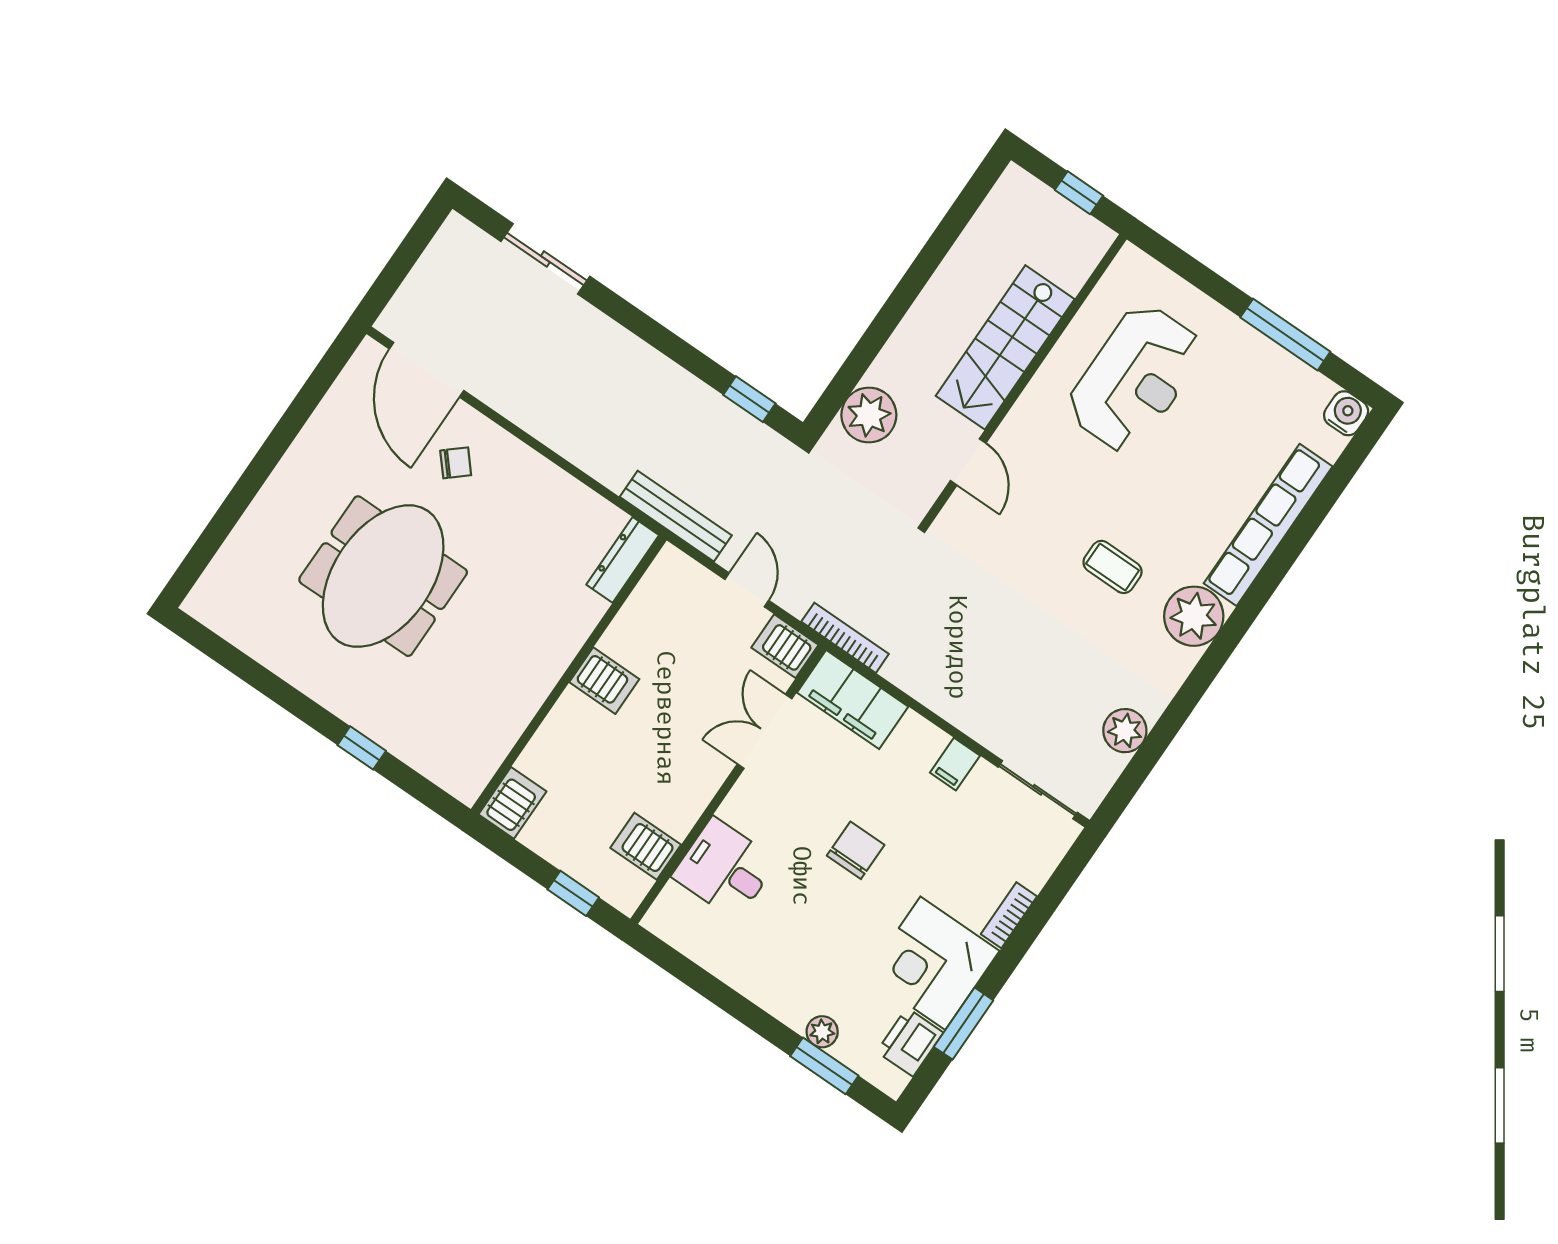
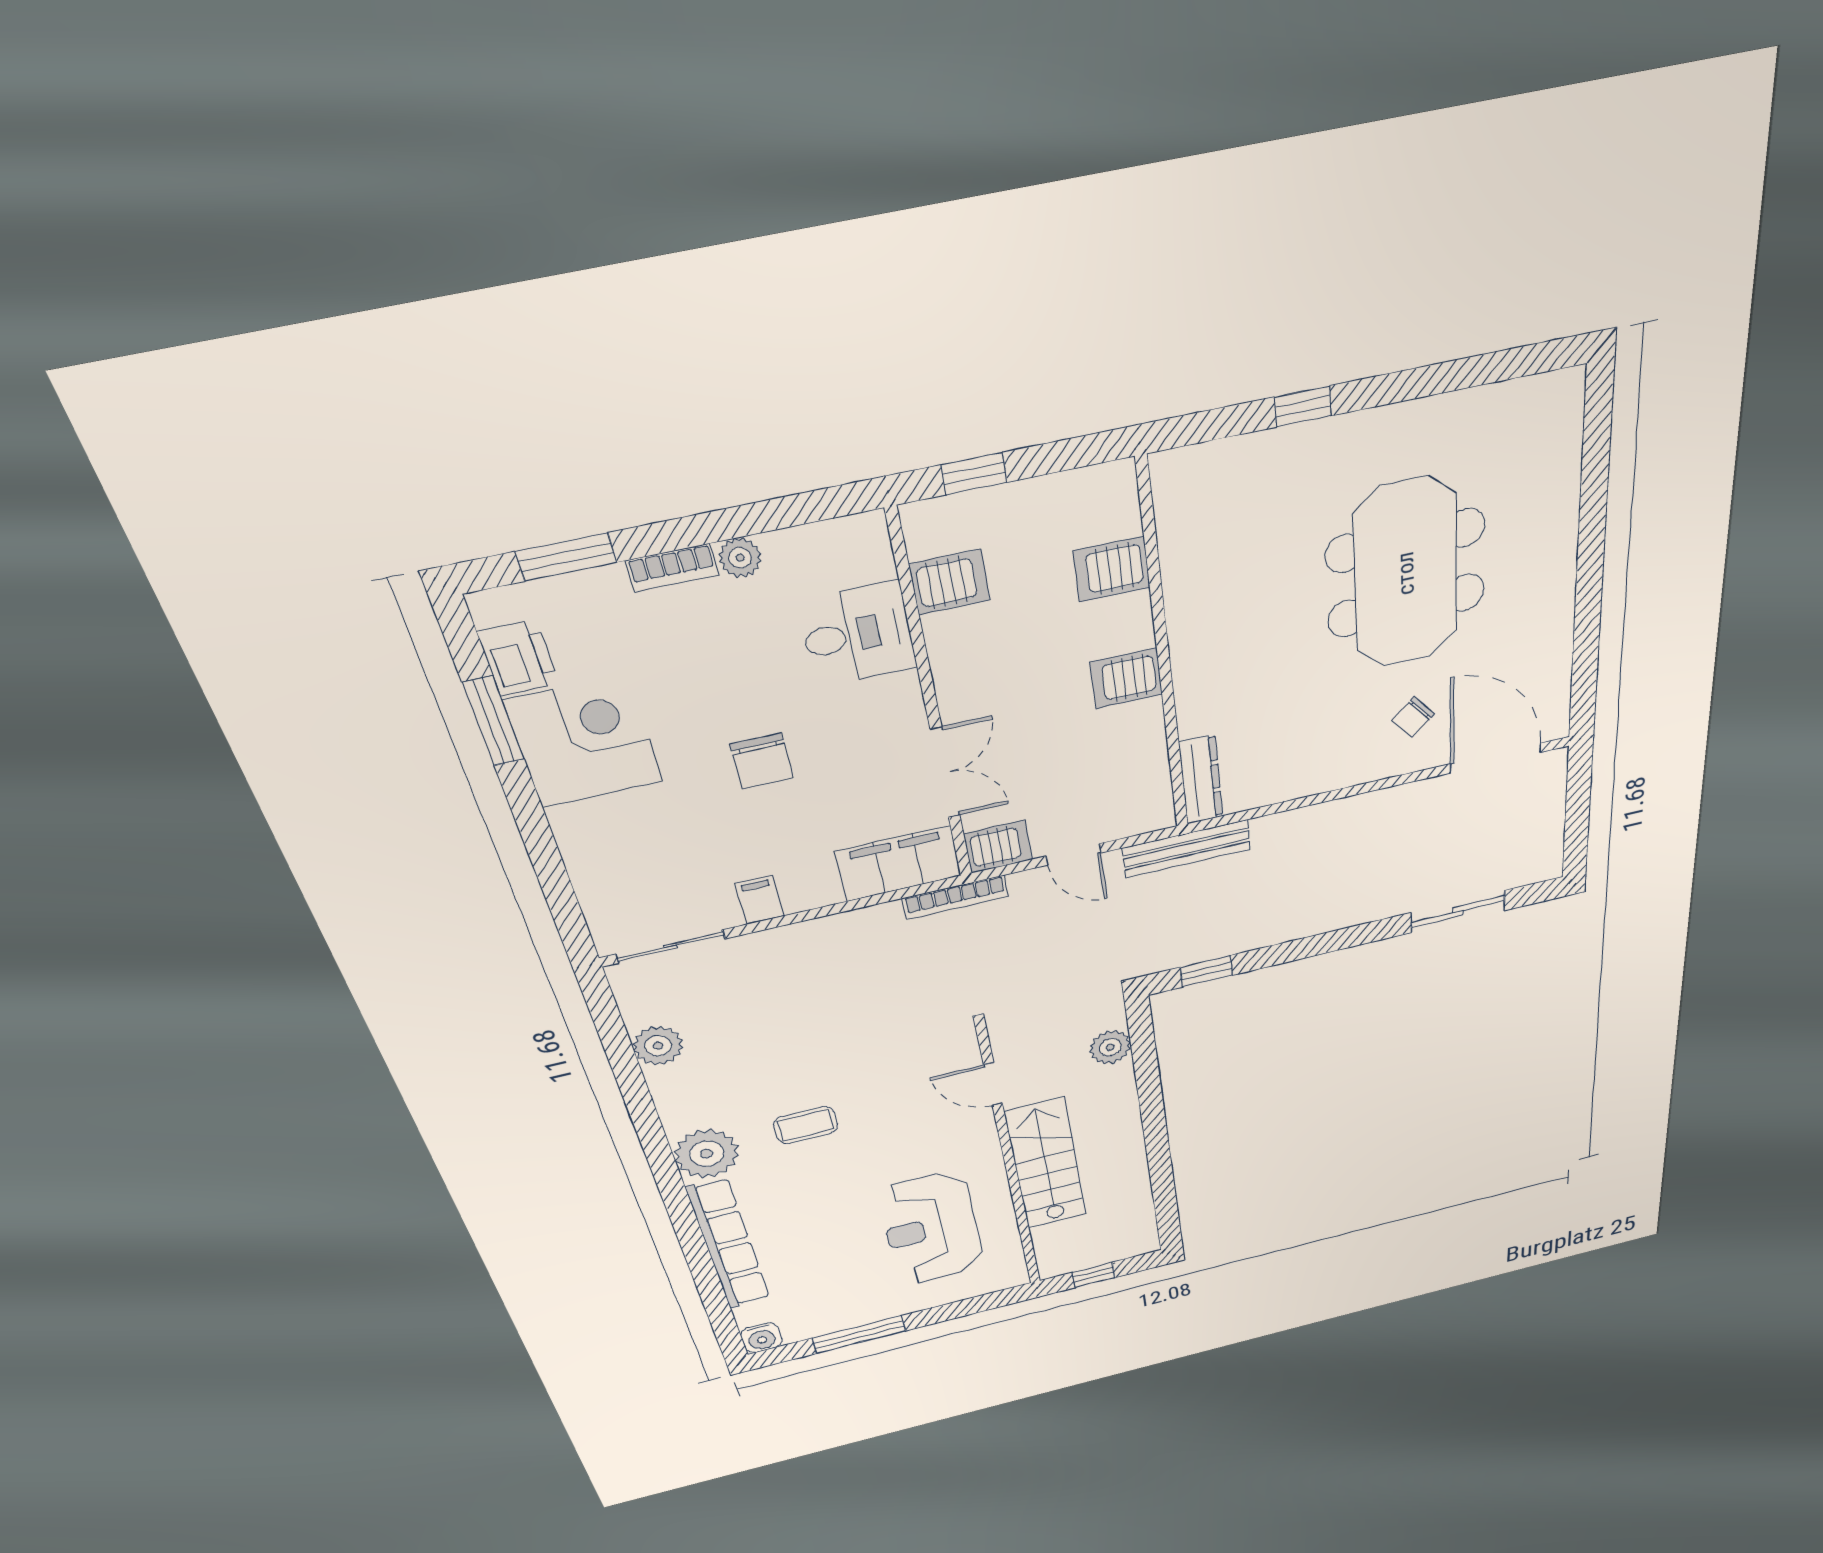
plant: (869, 415) -> (1110, 1047), width x0.73, depth x0.73
server rack: (512, 803) -> (1112, 569), moved, turned 90
bookcase: (1009, 915) -> (672, 568), moved, turned 90
plant: (822, 1032) -> (740, 558), moved

